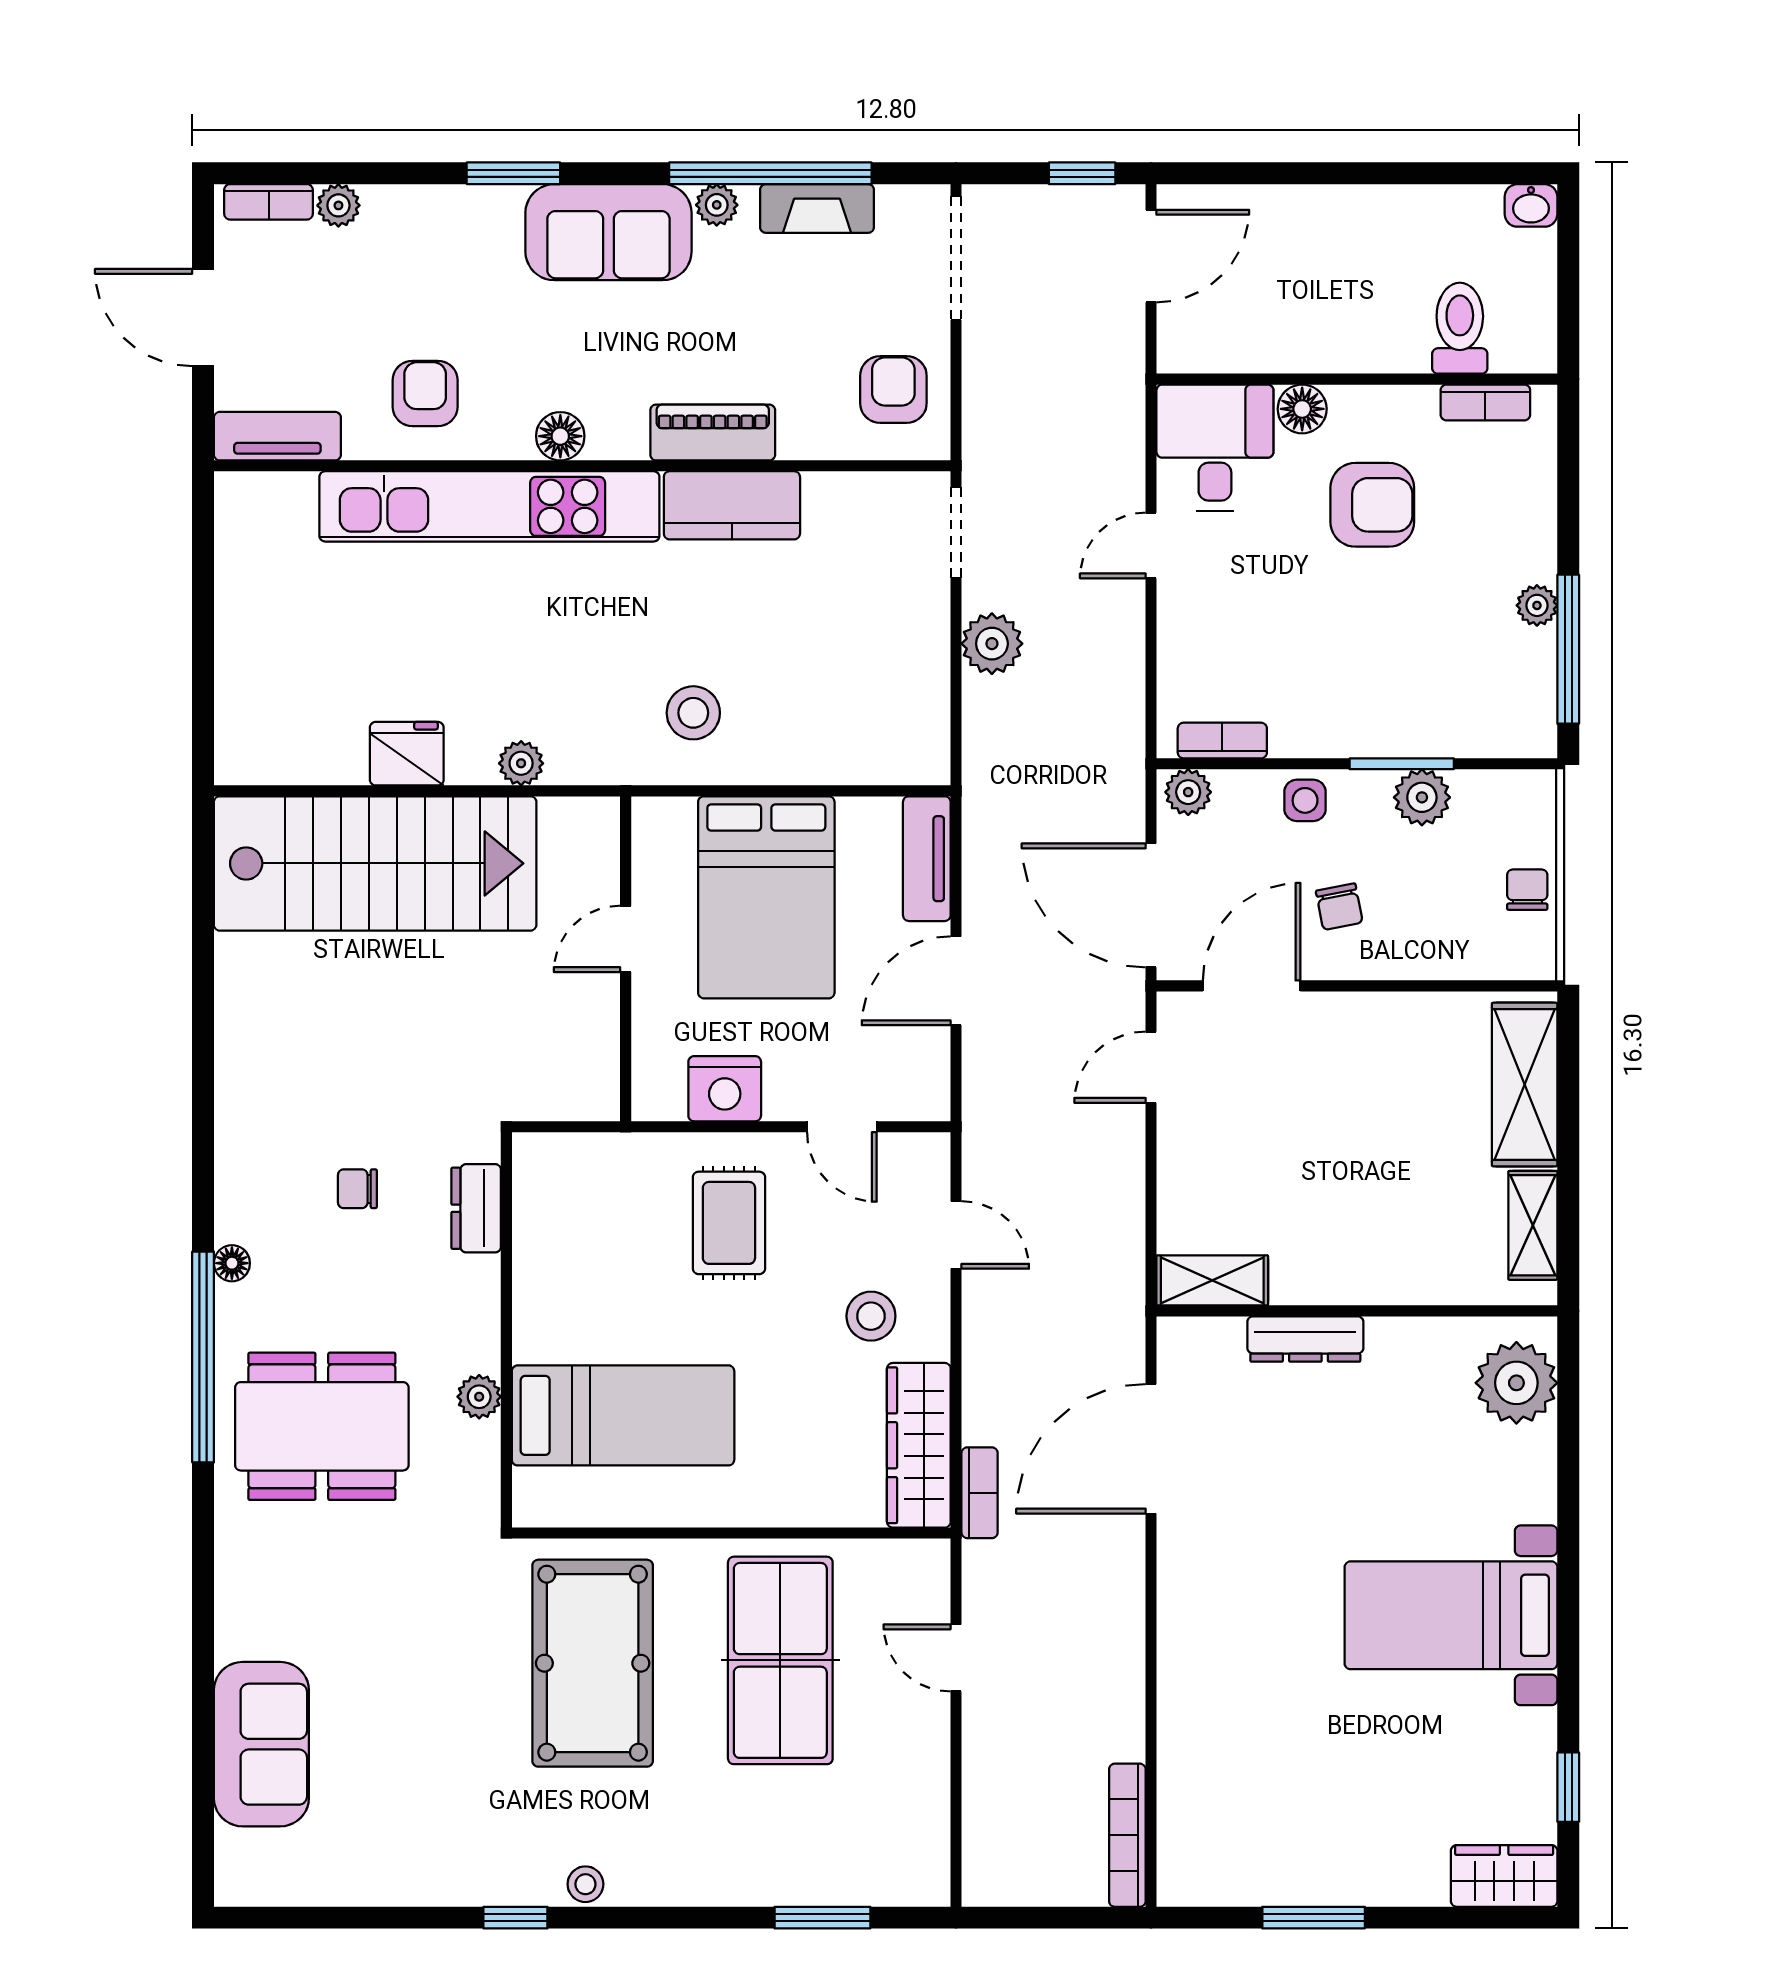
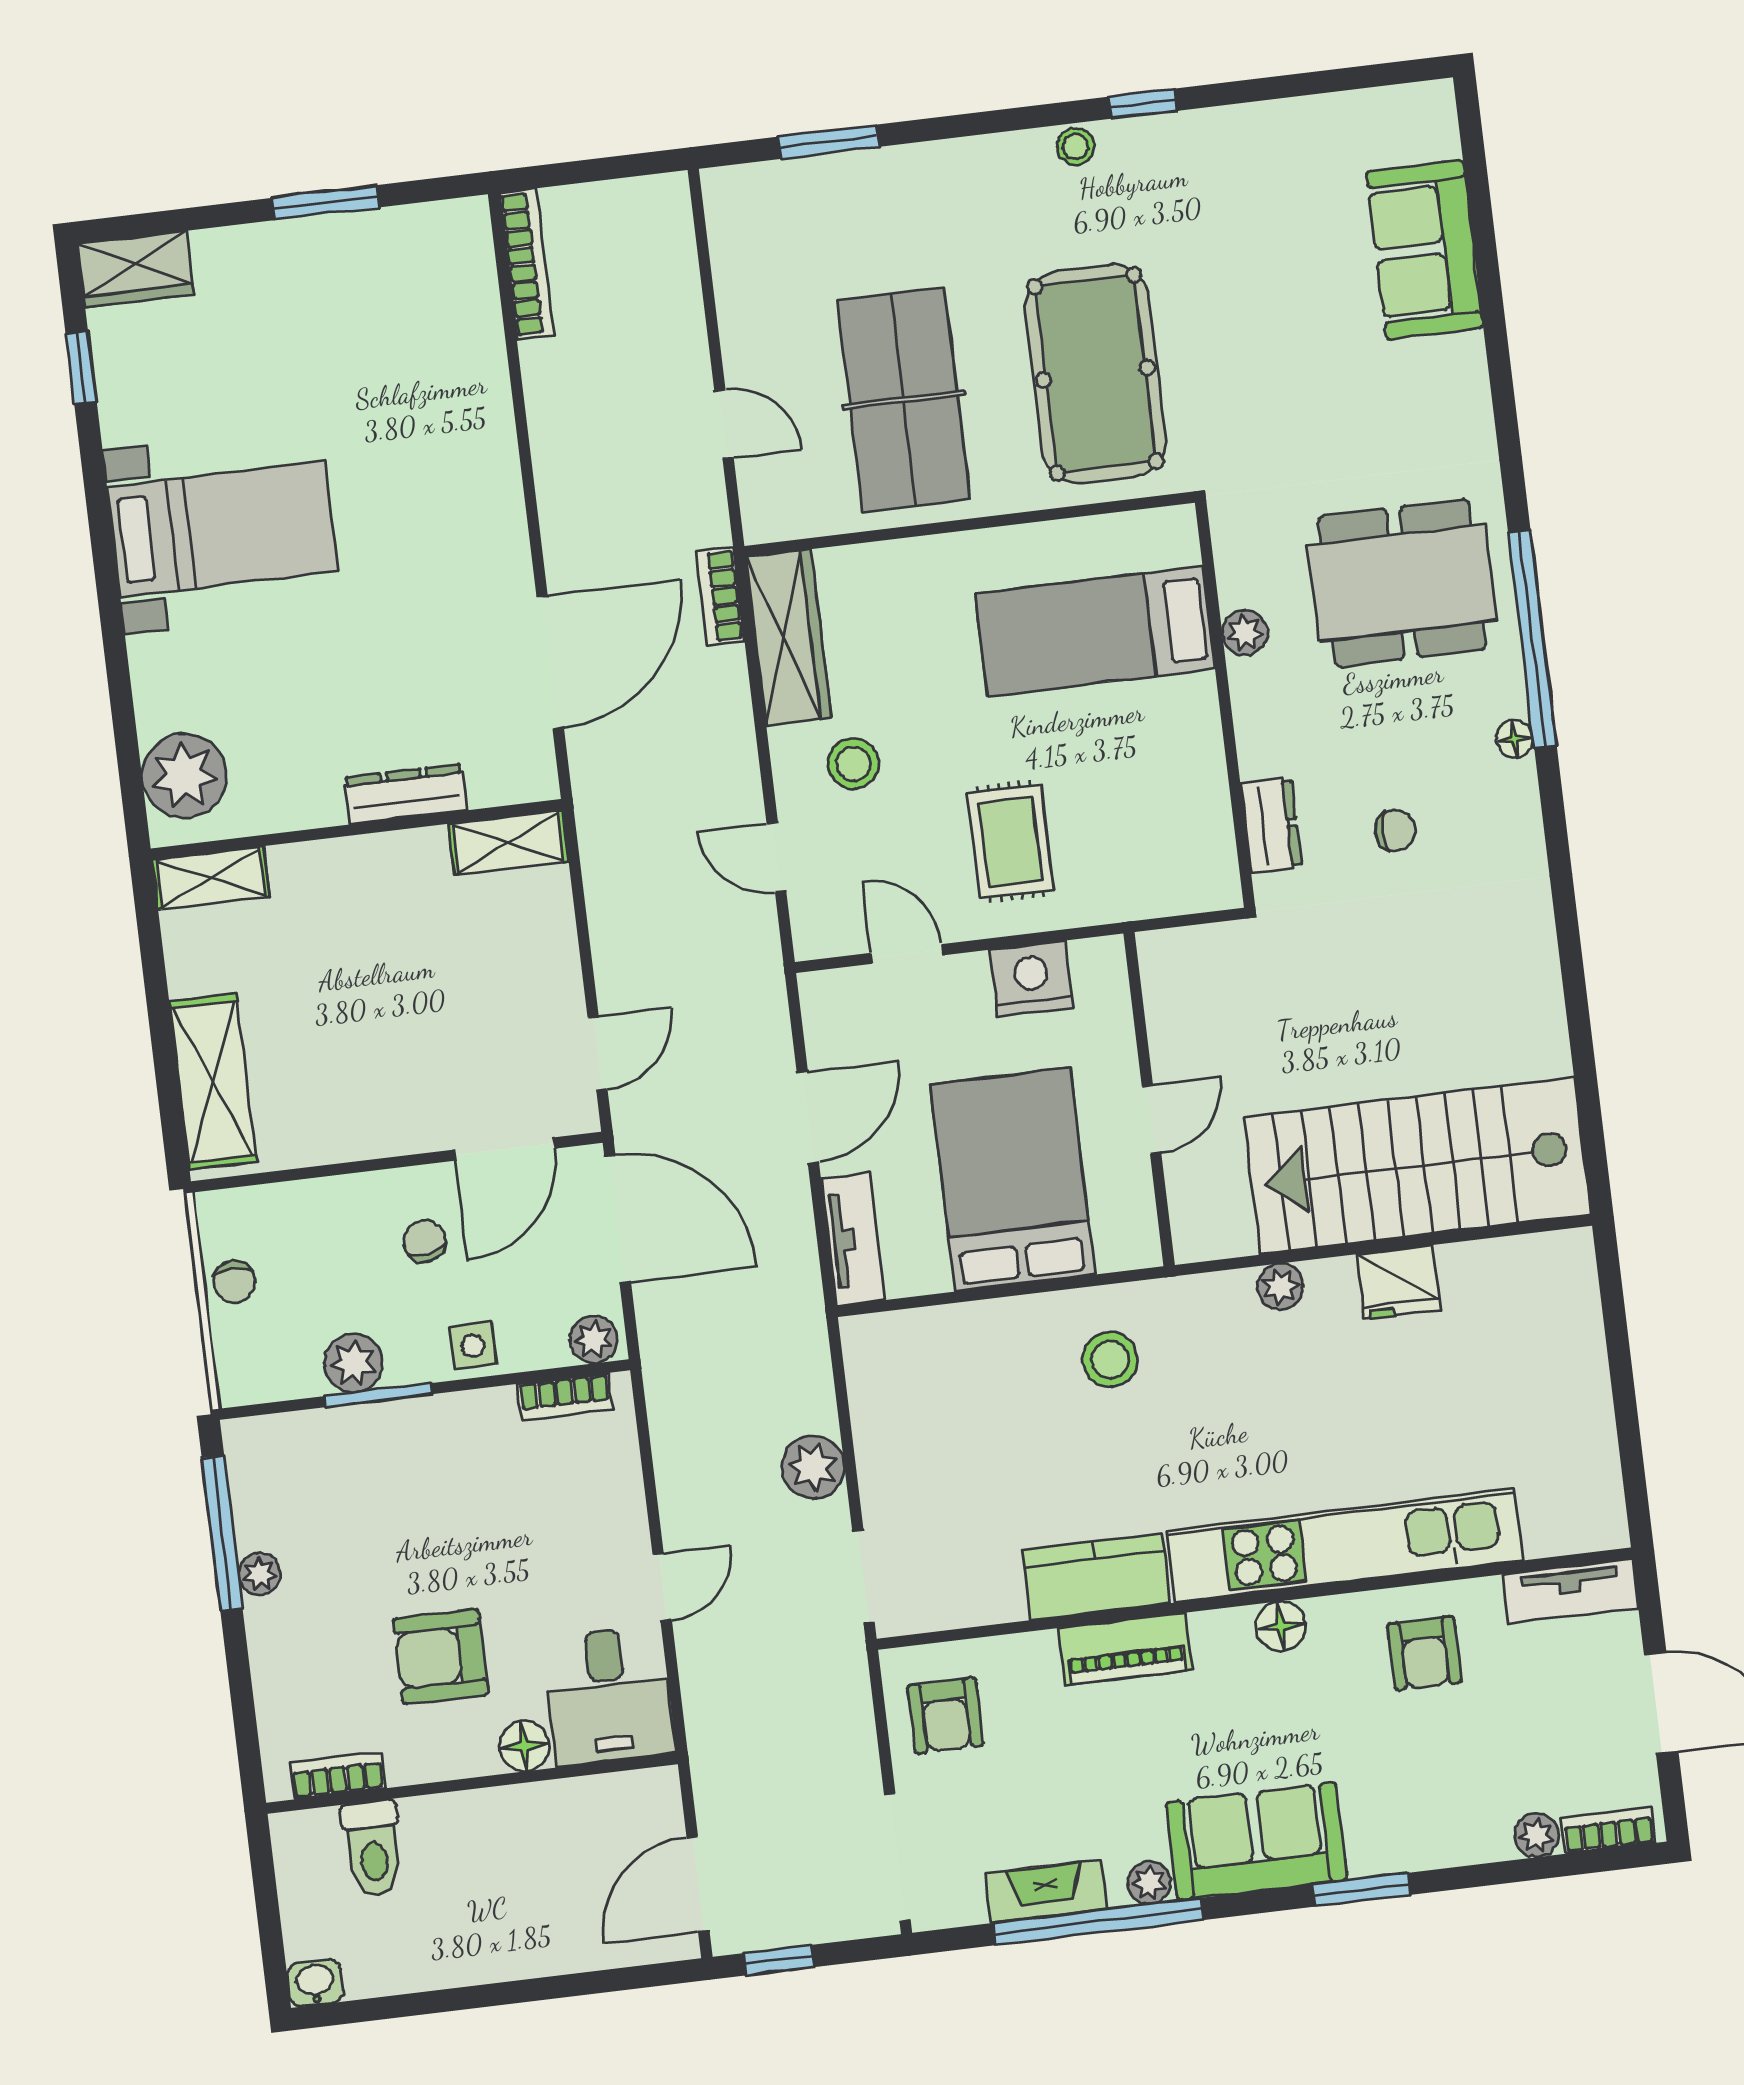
shelving: (1533, 1225) -> (211, 878), moved, turned 90

